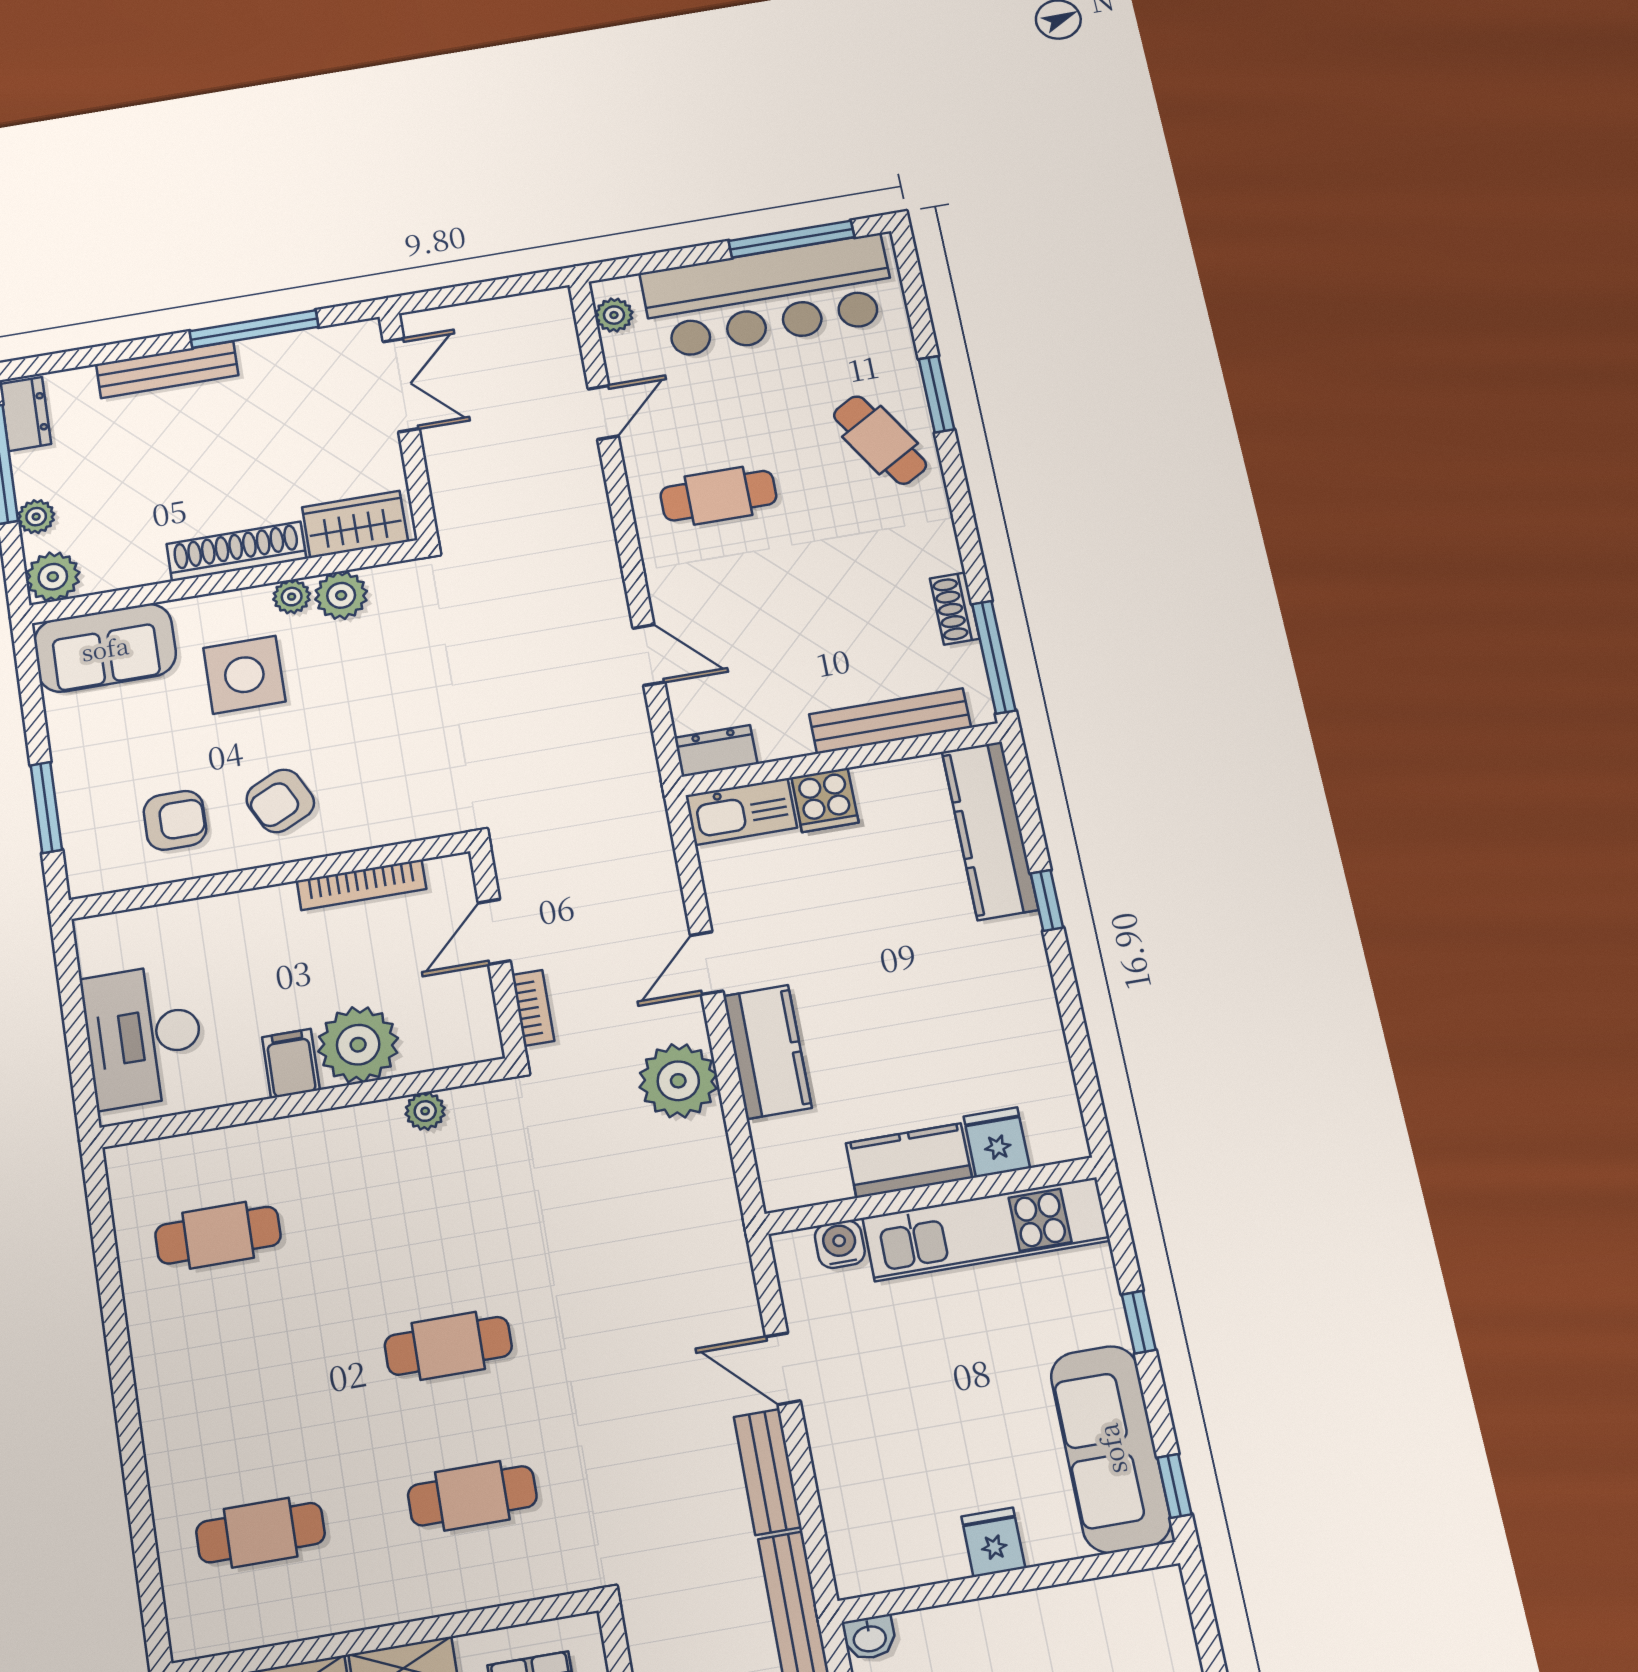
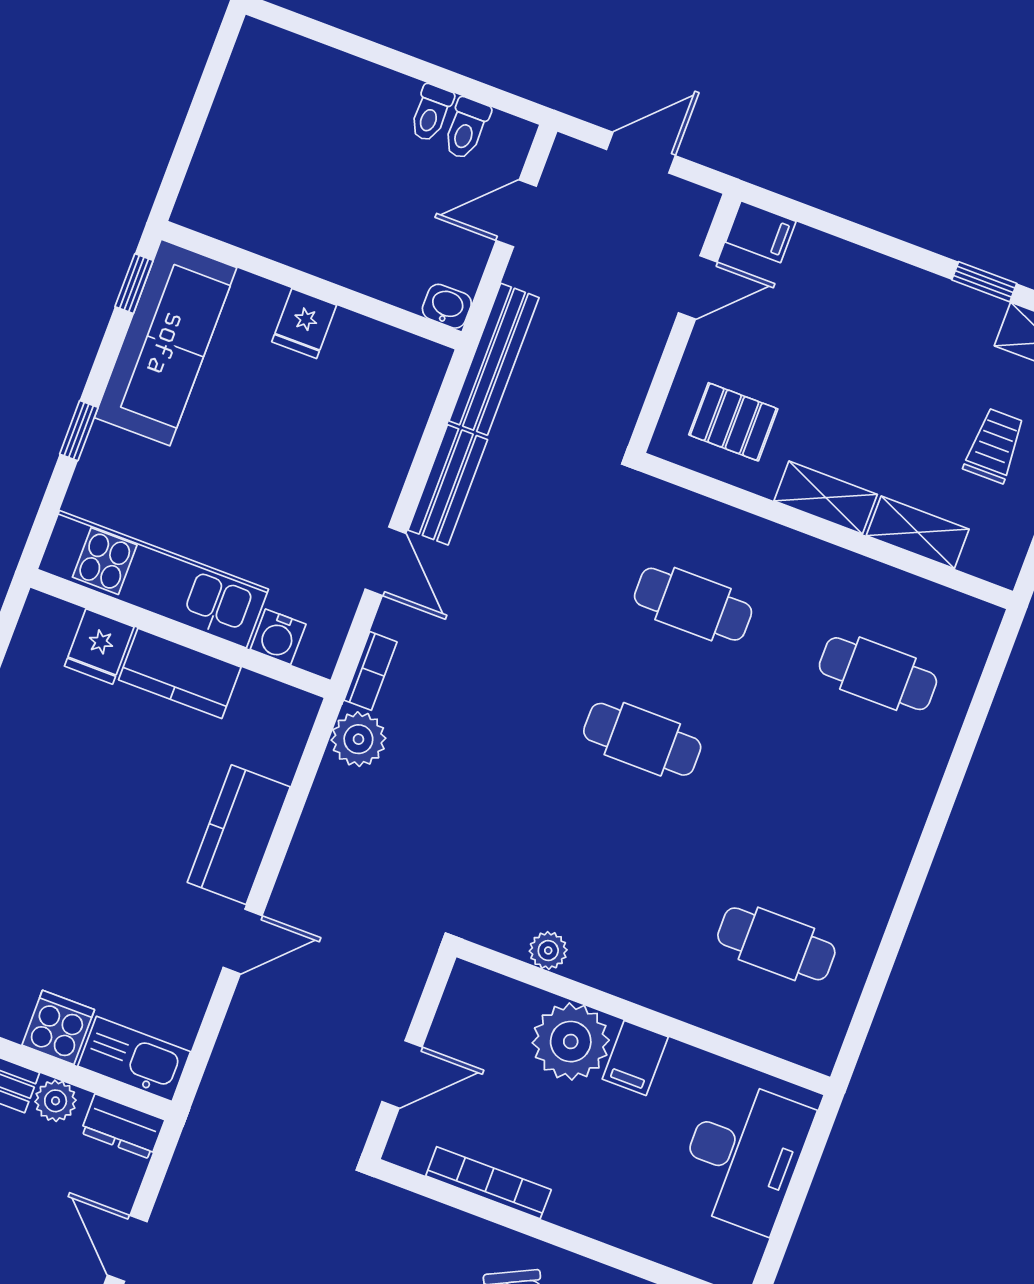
plant: (788, 739) -> (56, 1101), added
bookcase: (533, 1008) -> (370, 671), moved, turned 180
plant: (678, 1081) -> (358, 739), moved, width x0.73, depth x0.73

